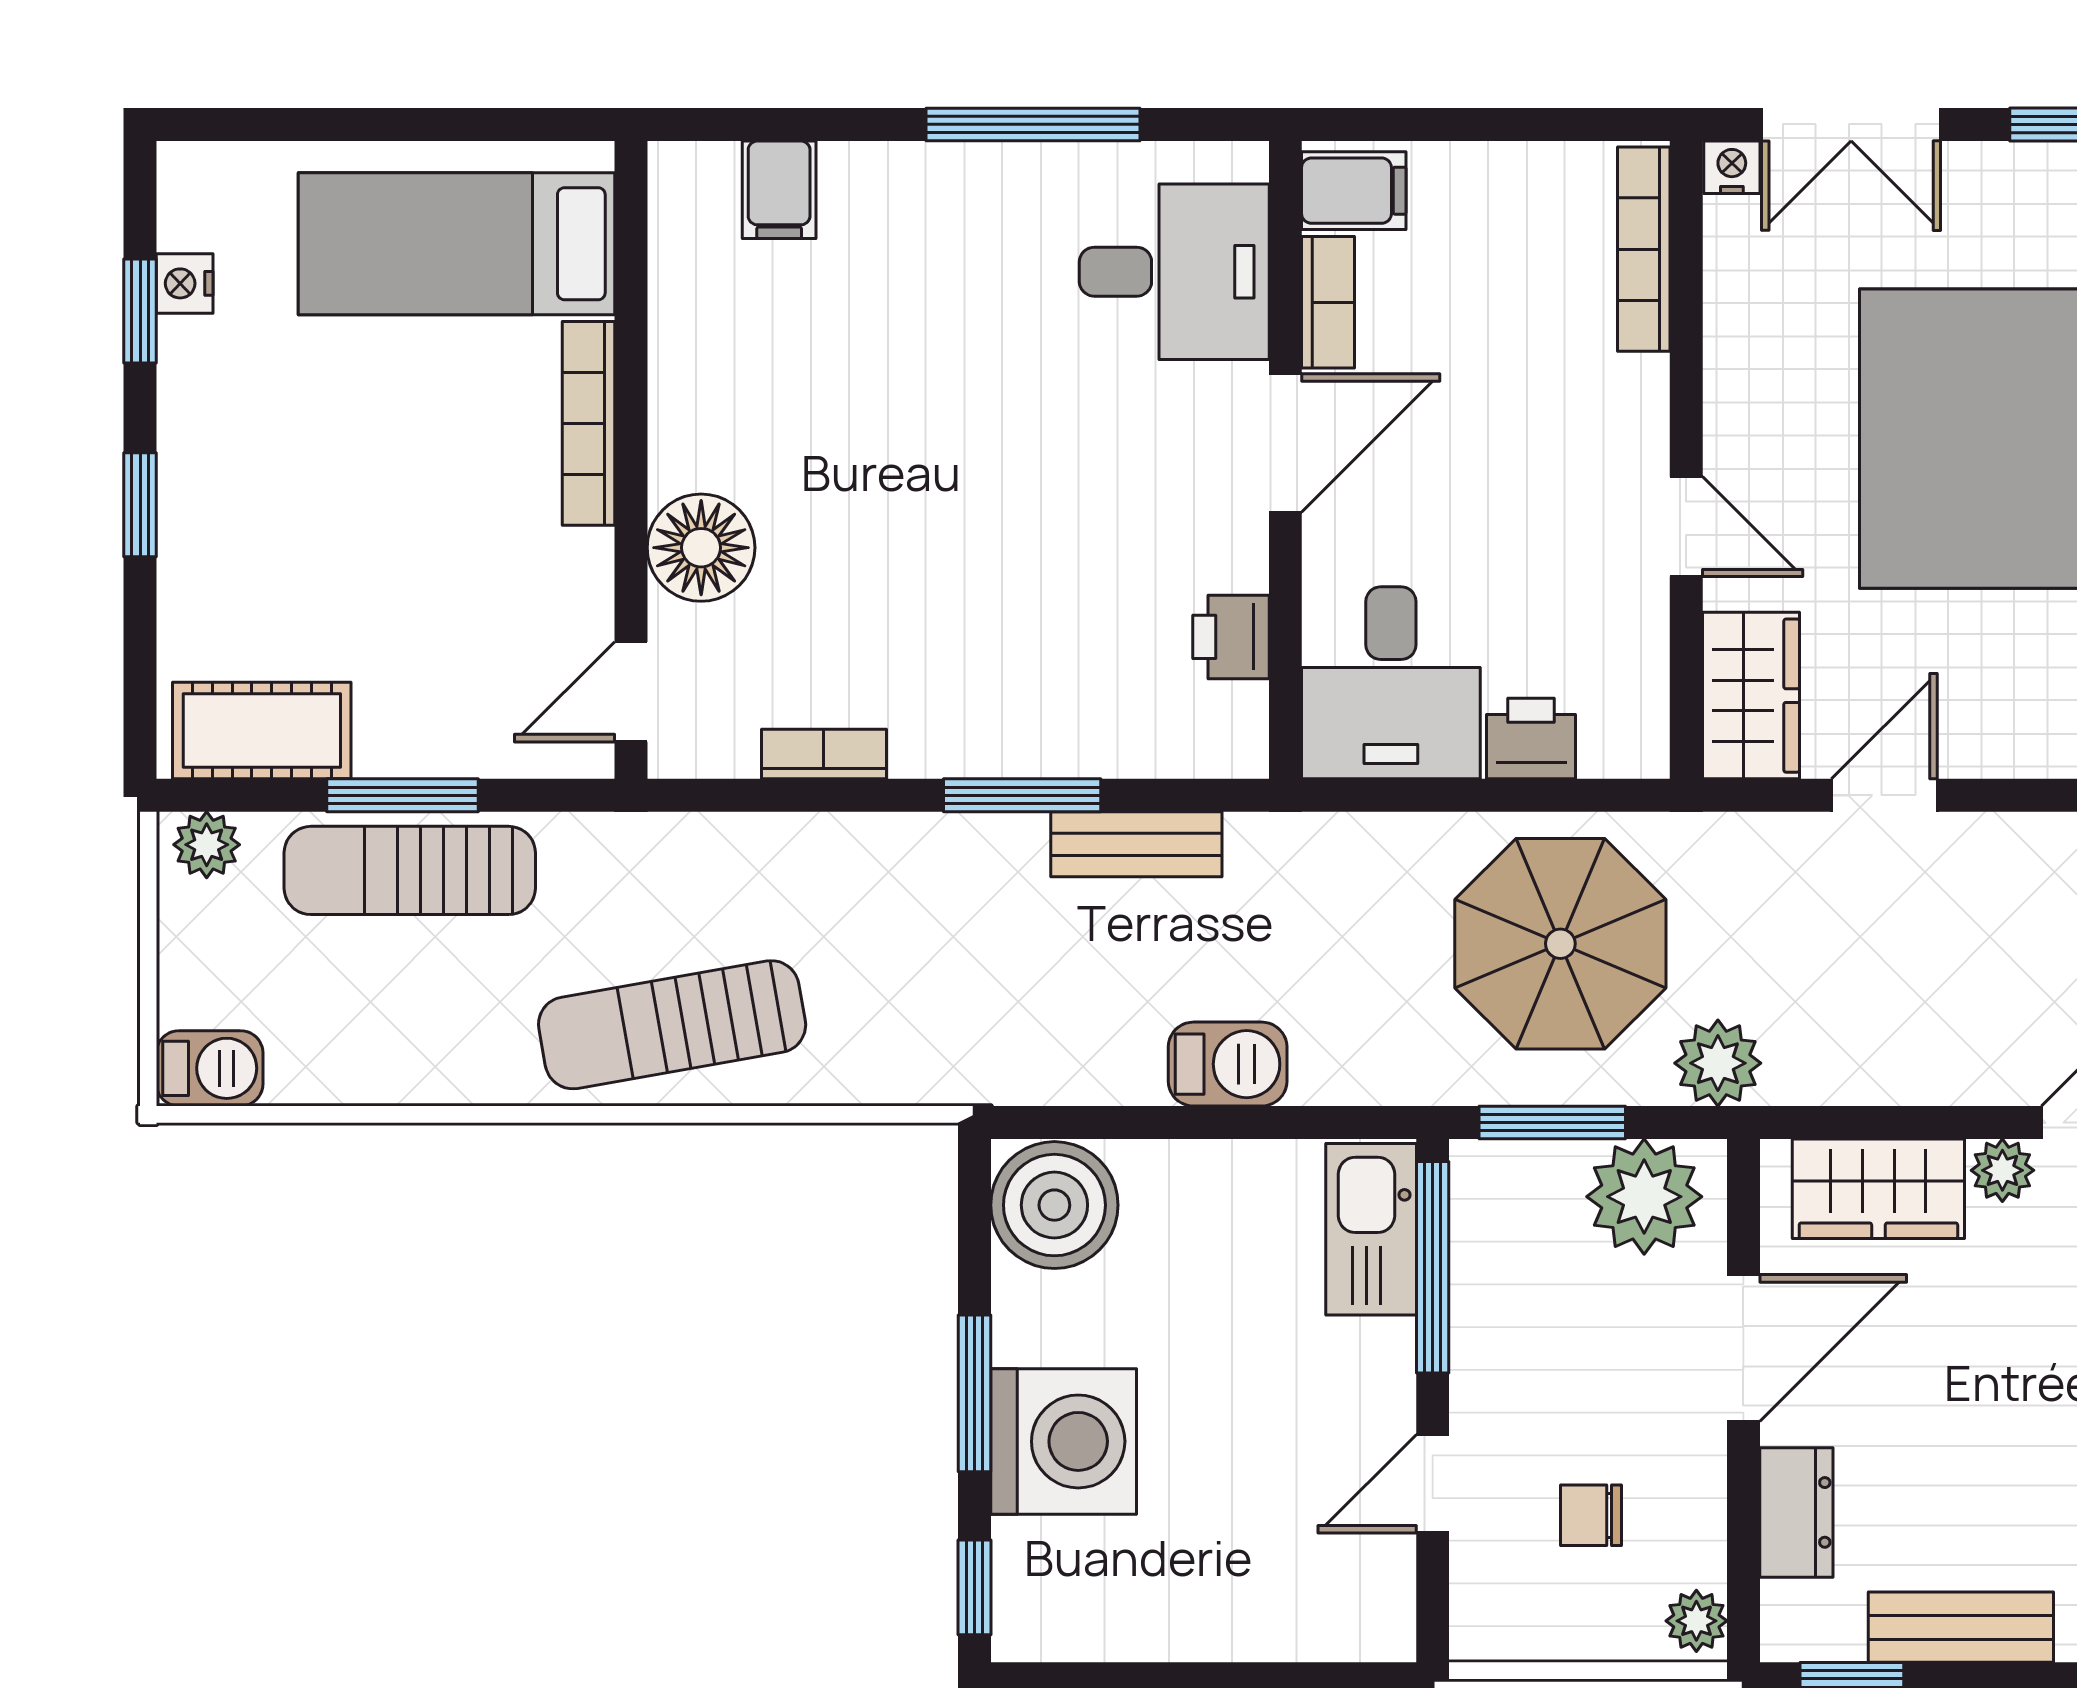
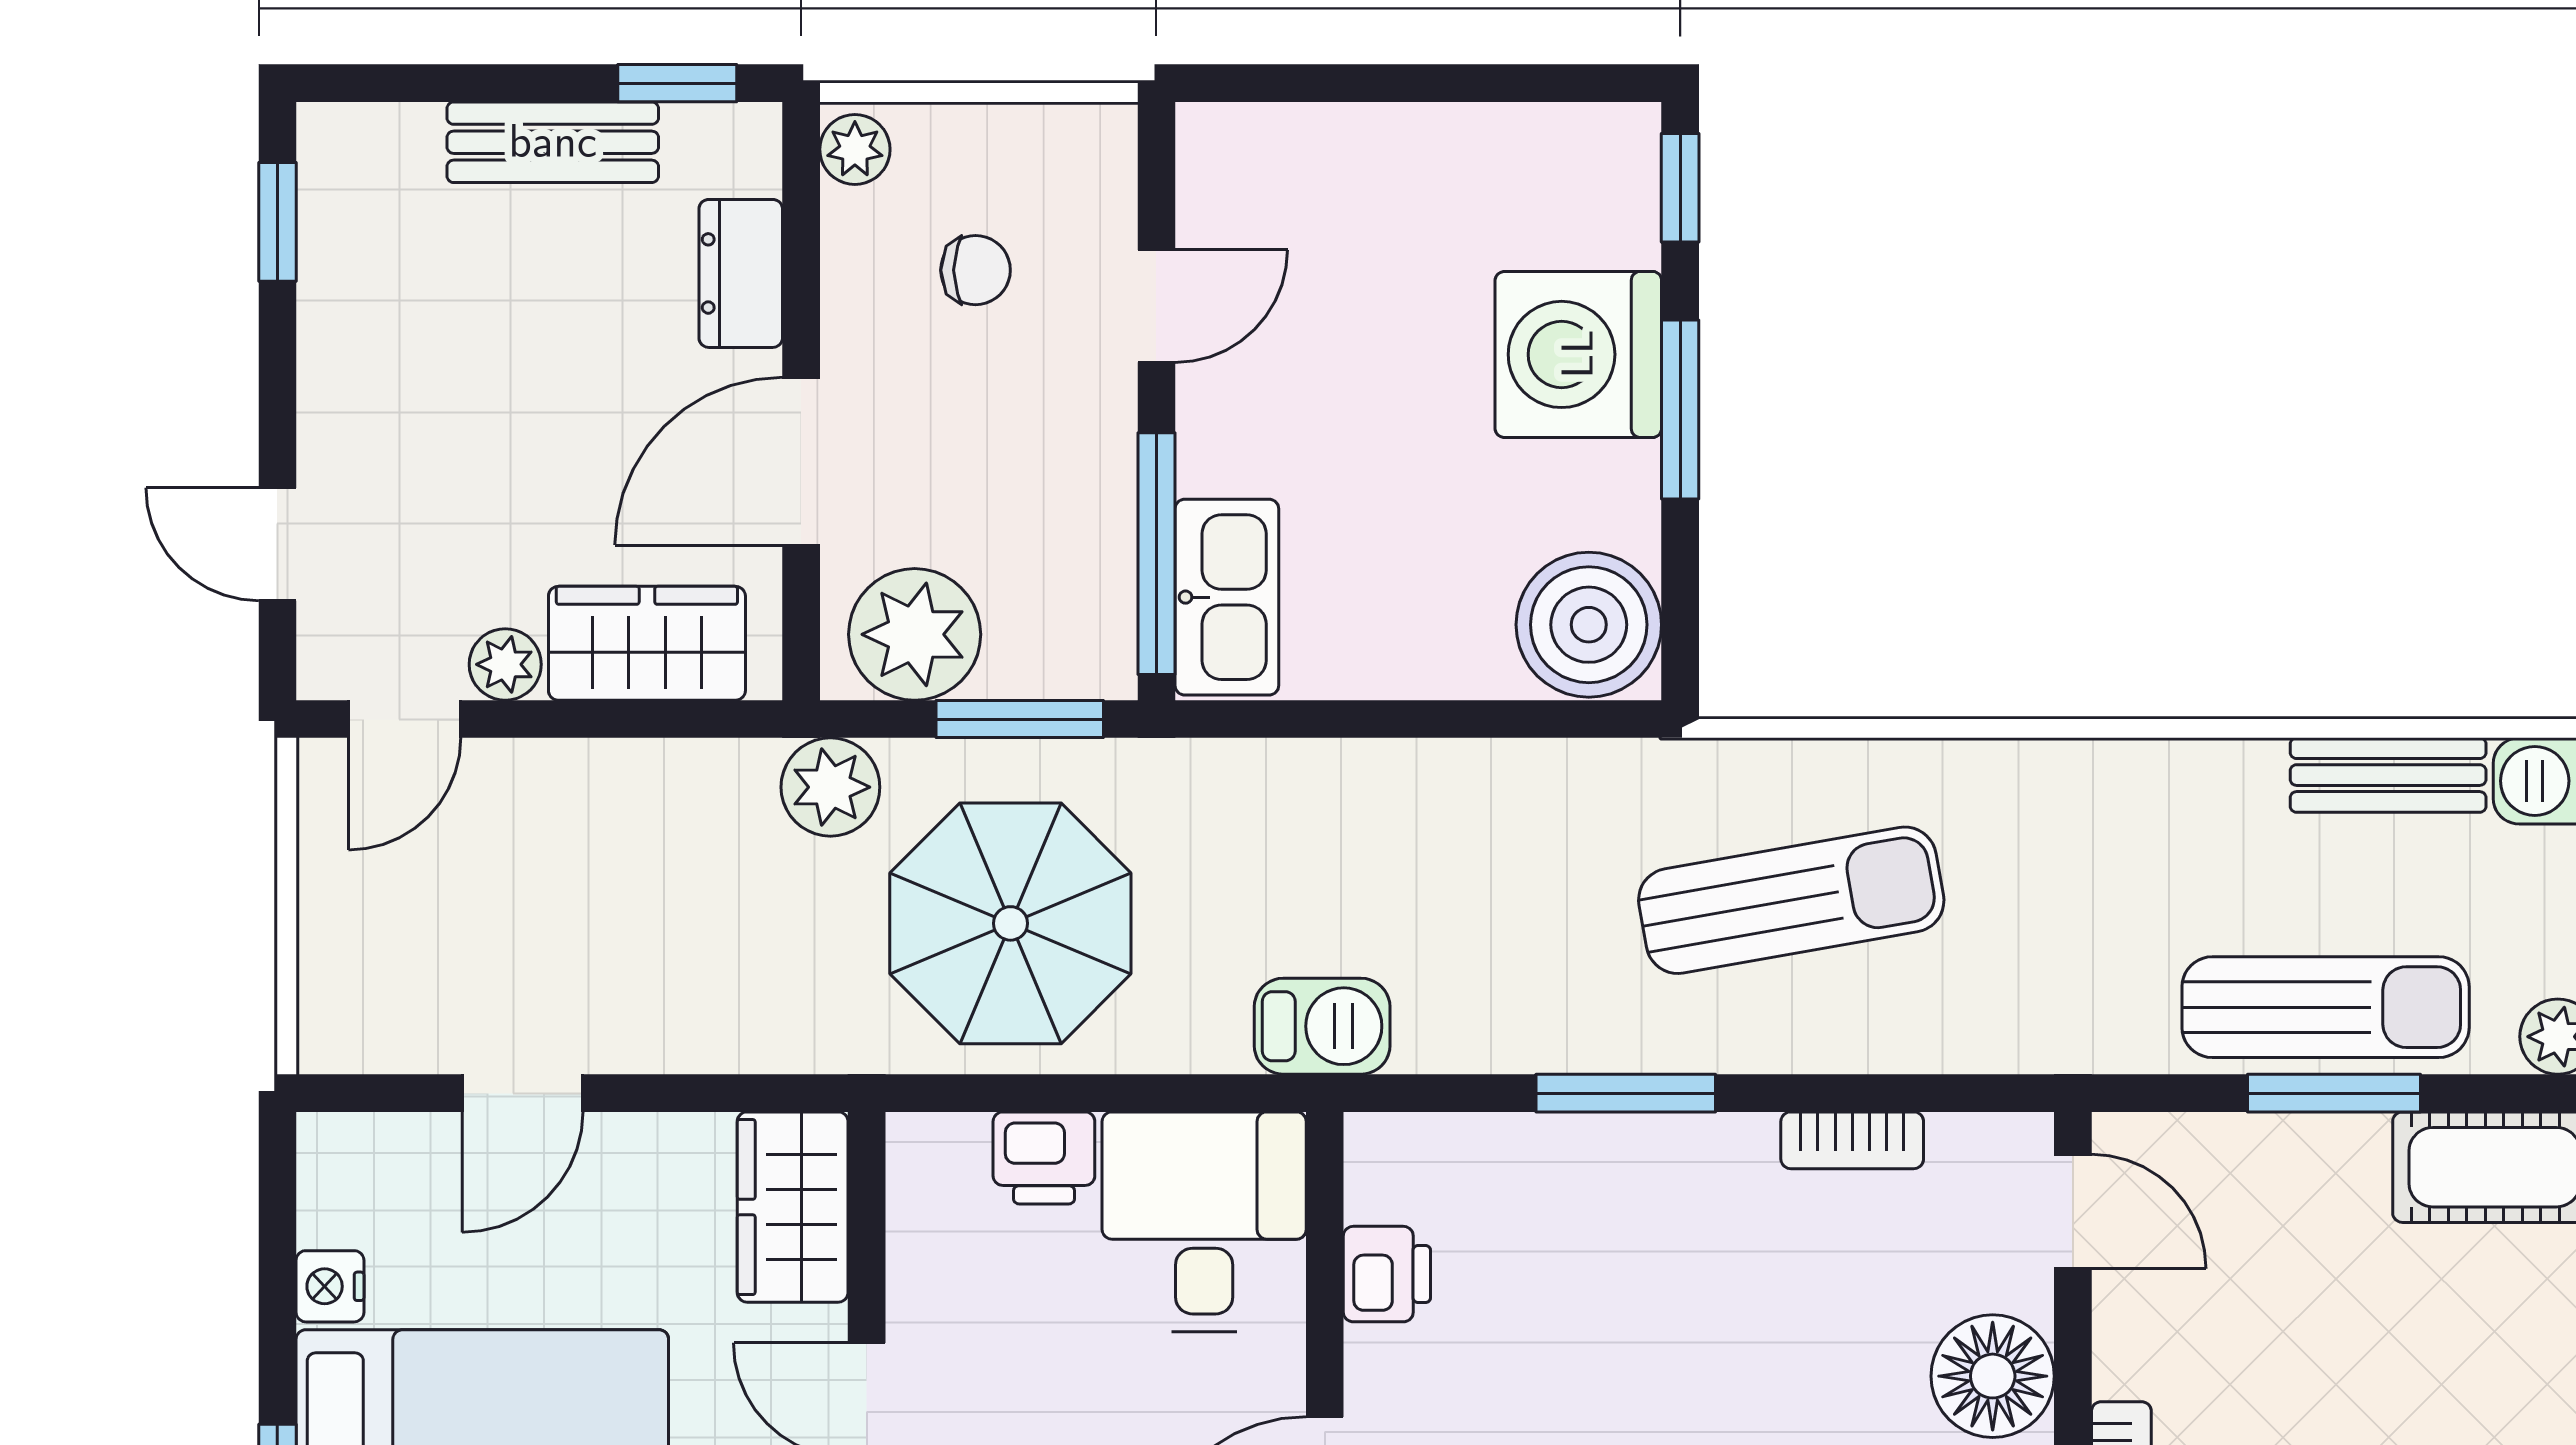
door: (631, 692) -> (2073, 1211), hinge flipped
door: (1884, 795) -> (522, 1093), moved
bench: (1136, 844) -> (2388, 775), moved
sun lounger: (672, 1025) -> (1791, 900), moved
barbecue: (1228, 1064) -> (1322, 1026), moved, turned 180

